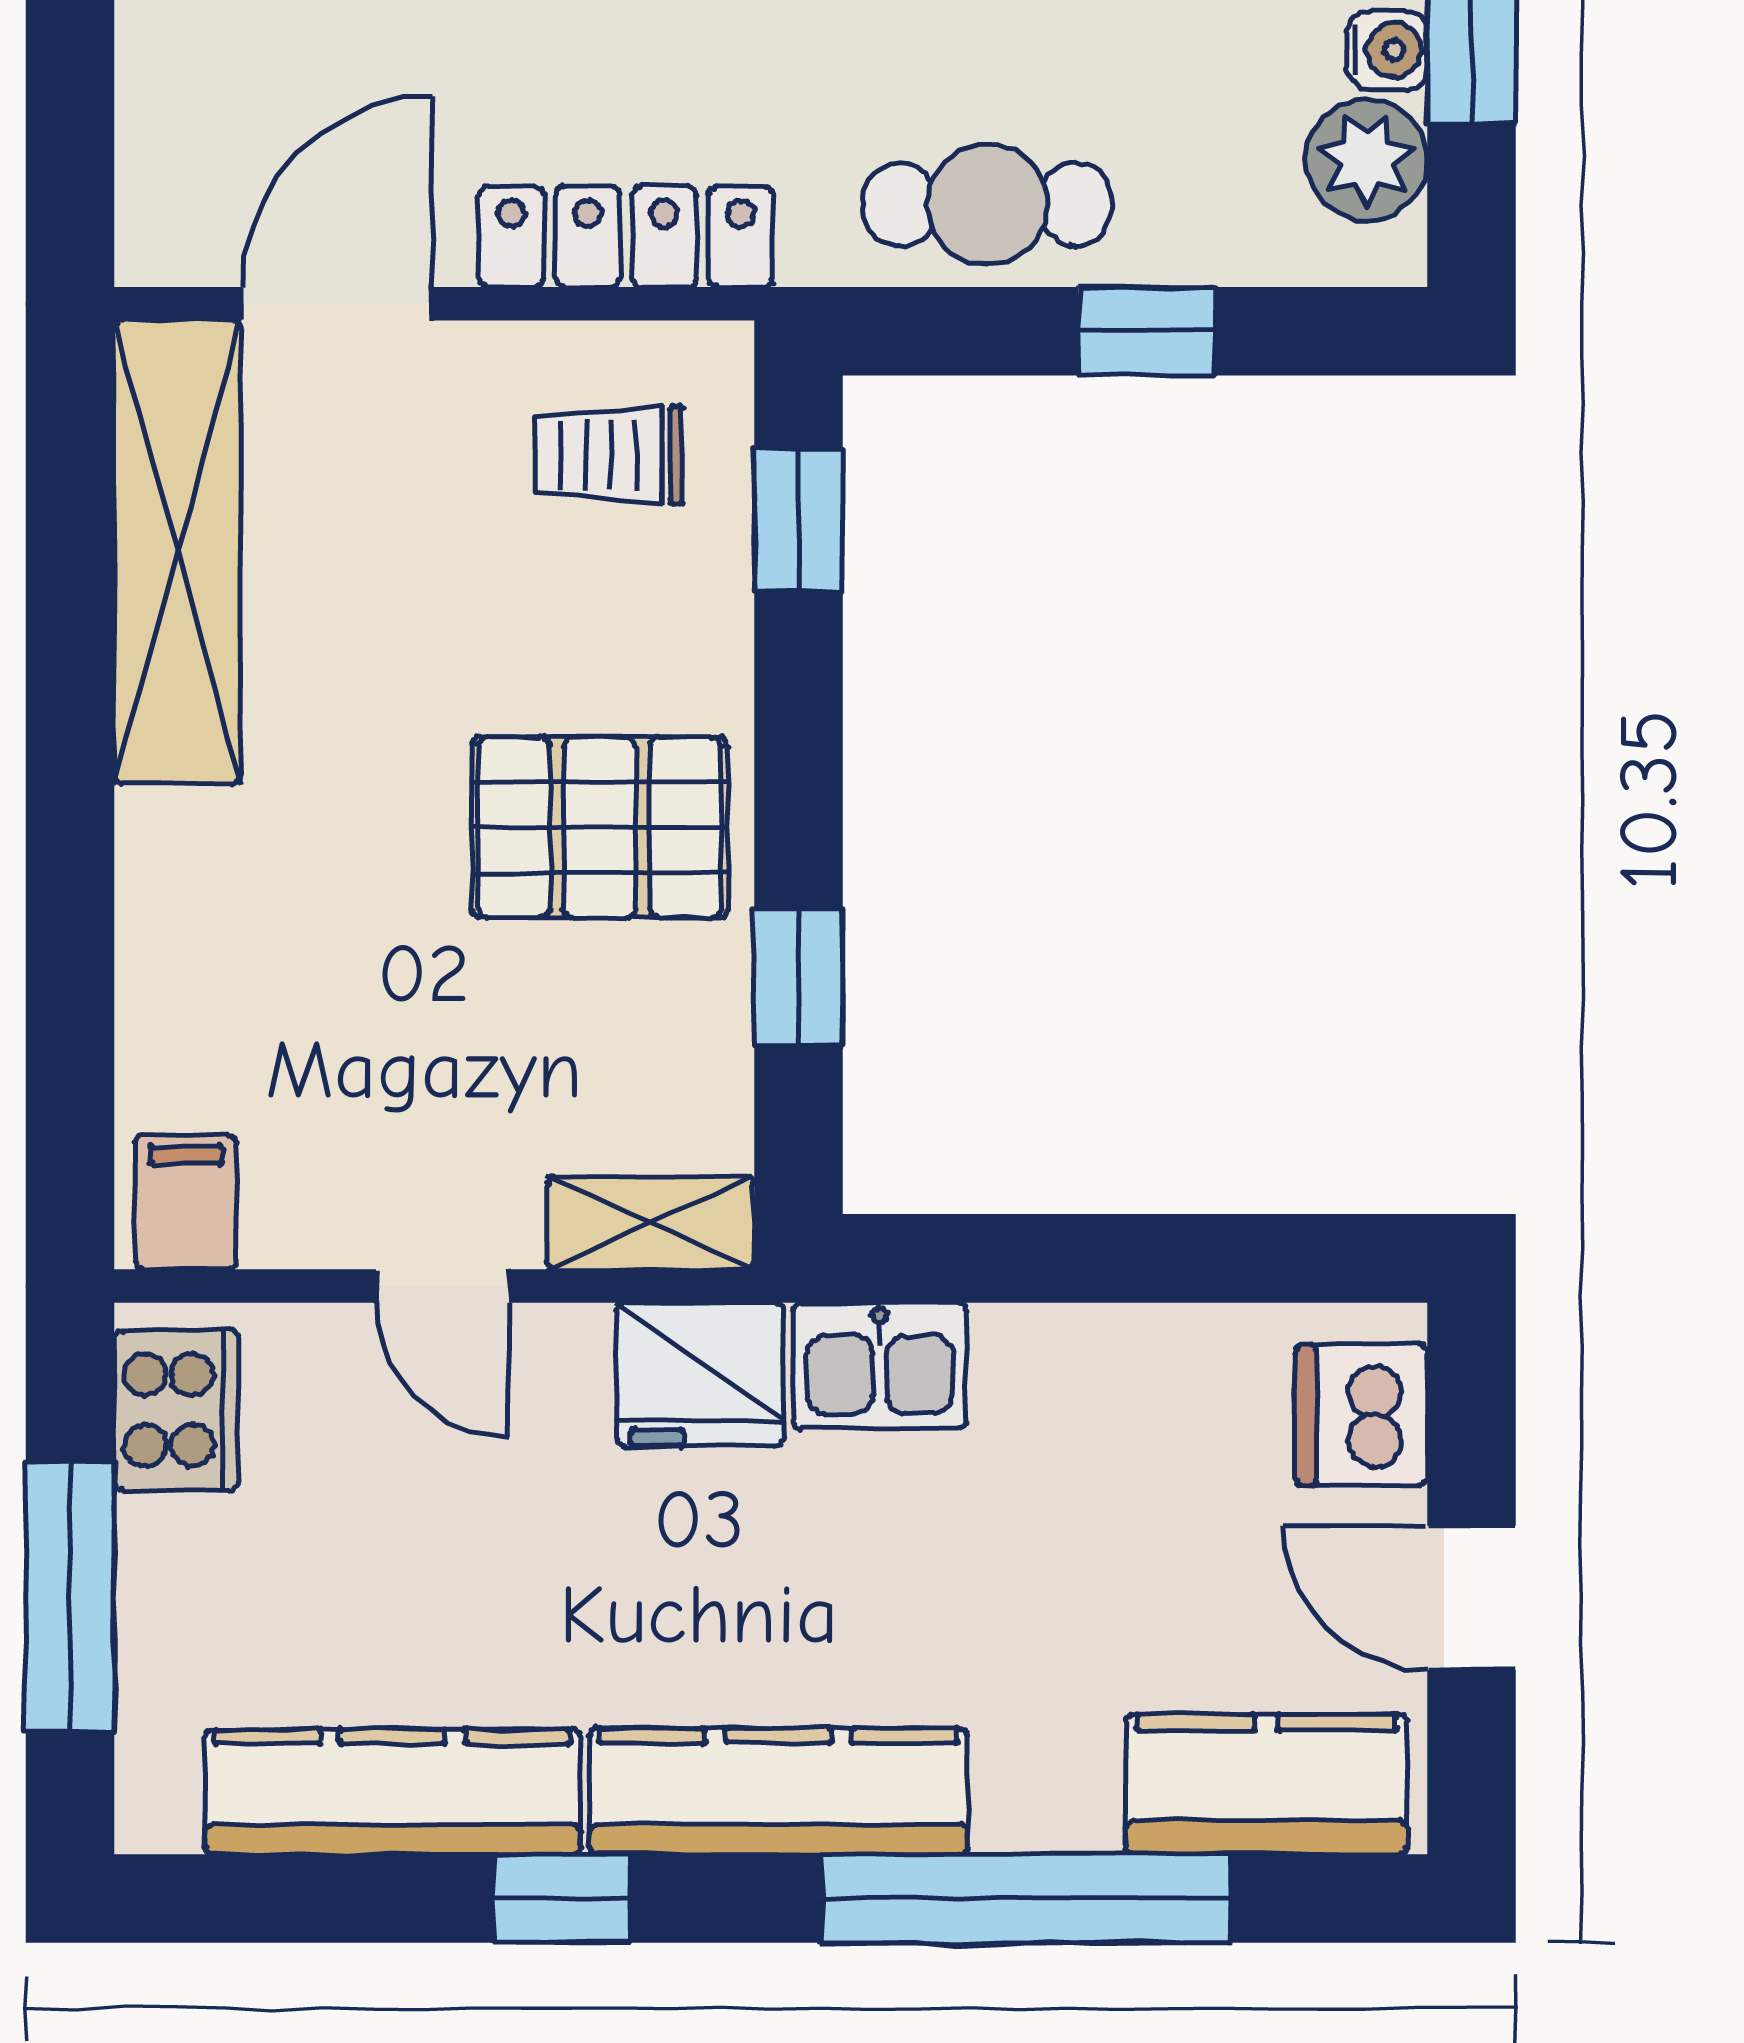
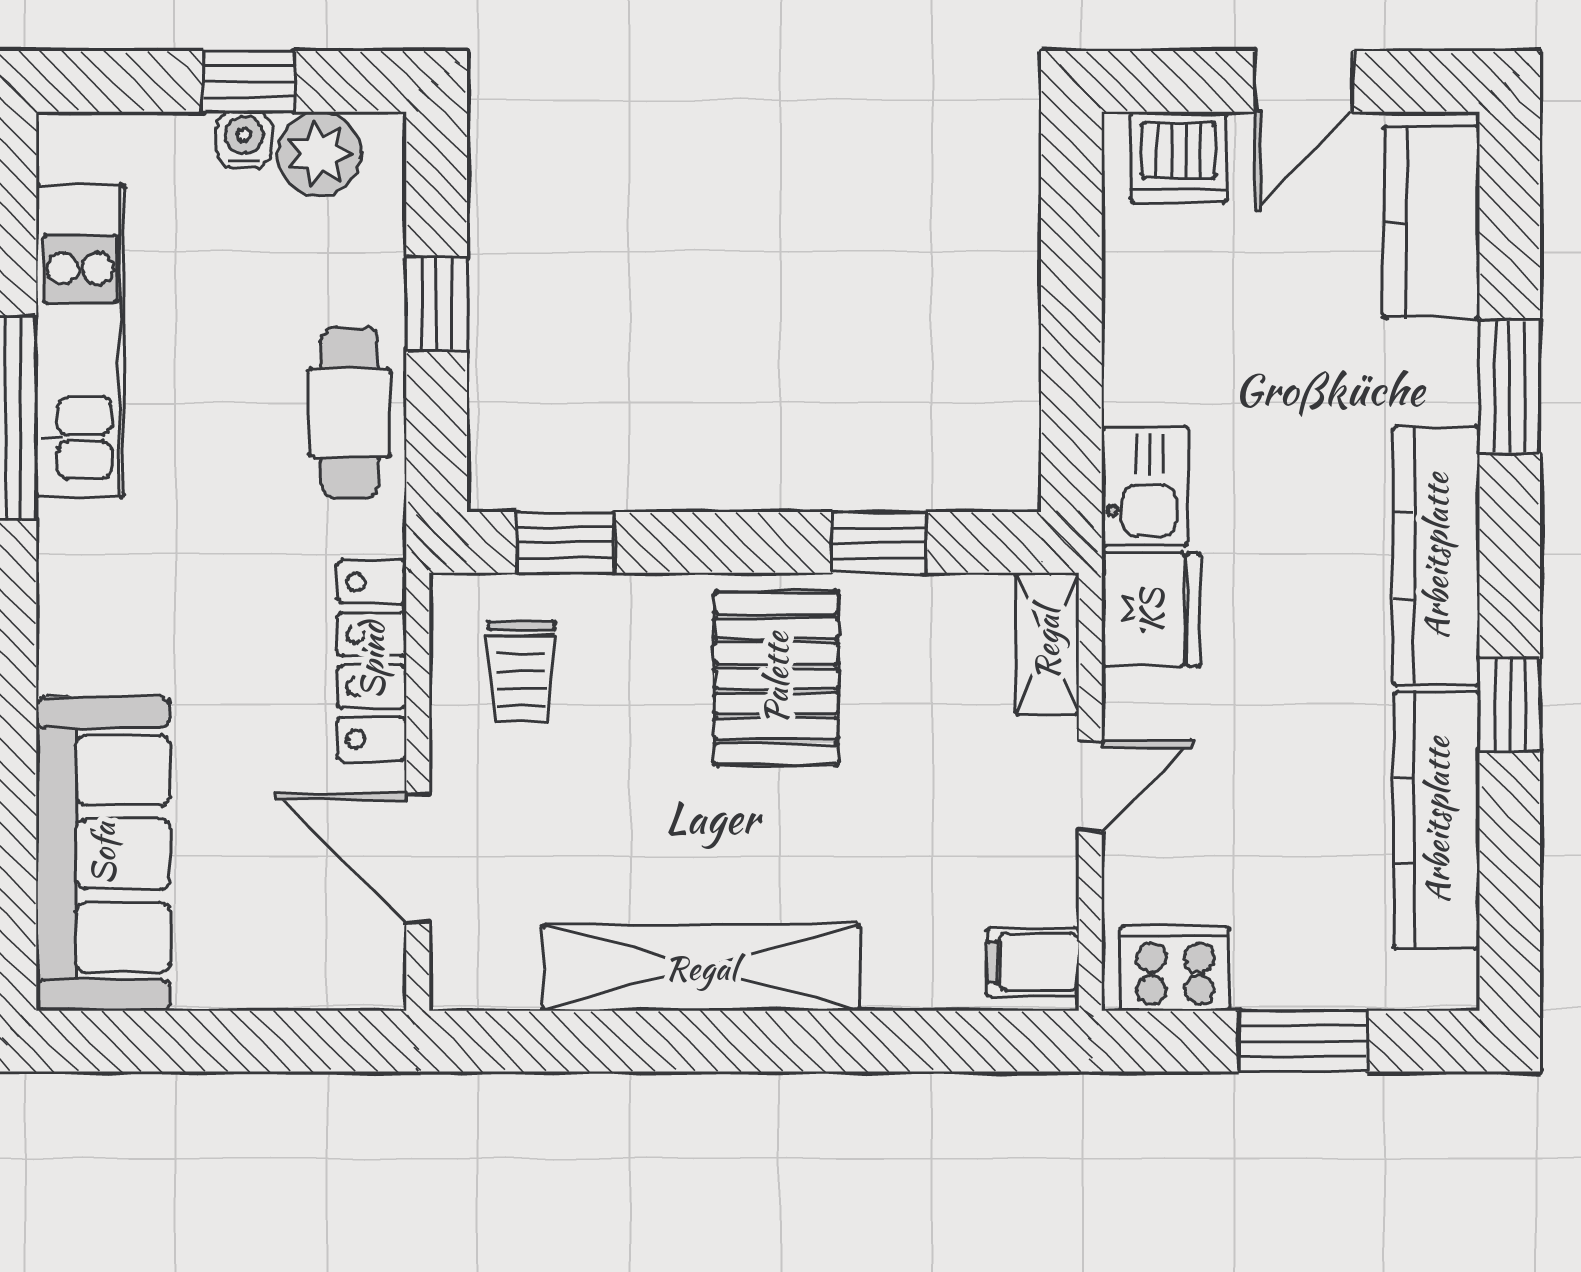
shelving: (177, 552) -> (701, 968), moved
window: (70, 1597) -> (1303, 1041), width x0.69
window: (1025, 1898) -> (1510, 387), width x0.47

